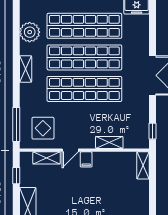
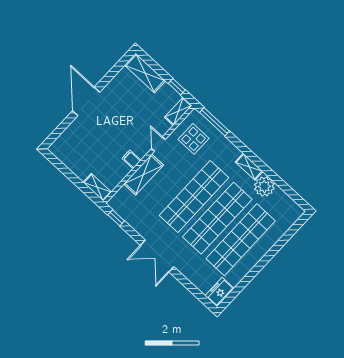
plant: (30, 32) -> (264, 187), moved
shelving: (109, 142) -> (144, 175), width x1.50, depth x1.33
shelving: (47, 158) -> (178, 111), moved
filing cabinet: (86, 159) -> (131, 159), moved

